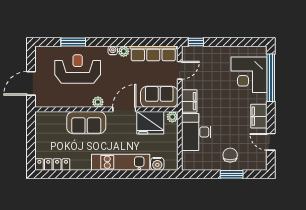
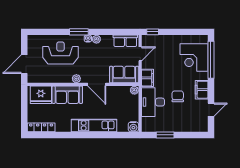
window: (73, 42) -> (79, 32), moved
row of seats: (153, 53) -> (125, 41), width x0.68
door: (124, 109) -> (97, 84), swing flipped
fridge: (150, 123) -> (41, 95), moved
door: (271, 142) -> (211, 110), swing flipped
chair: (230, 155) -> (178, 96), moved
water cooler: (157, 164) -> (133, 127), moved
window: (232, 174) -> (165, 135), moved

